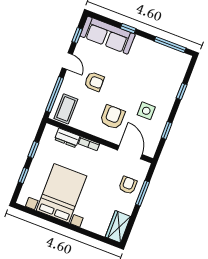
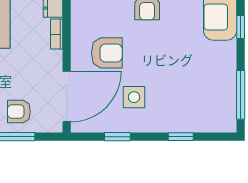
door: (130, 152) -> (67, 97), width x1.36
armchair: (128, 185) -> (19, 111), turned 180

